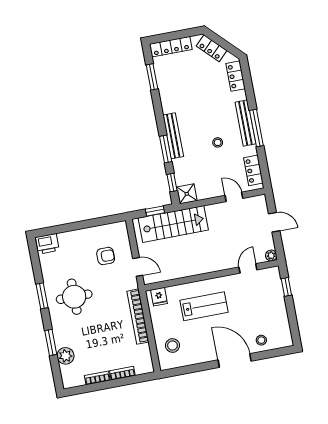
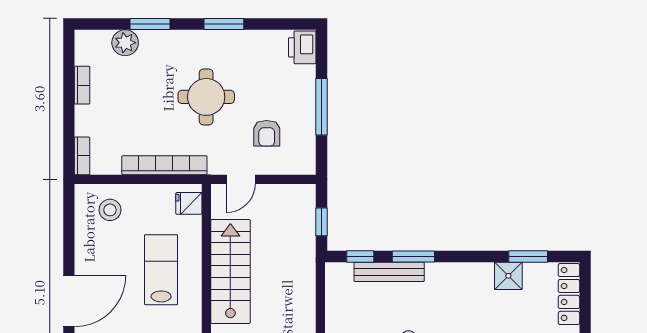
bench: (173, 136) -> (389, 272), moved
shower: (187, 194) -> (508, 276), moved
stairs: (173, 224) -> (230, 271), moved, turned 180
window: (82, 225) -> (321, 107), added
round table: (74, 297) -> (206, 97), moved
lab bench: (204, 306) -> (161, 270), turned 180
bookcase: (122, 373) -> (82, 156), moved

